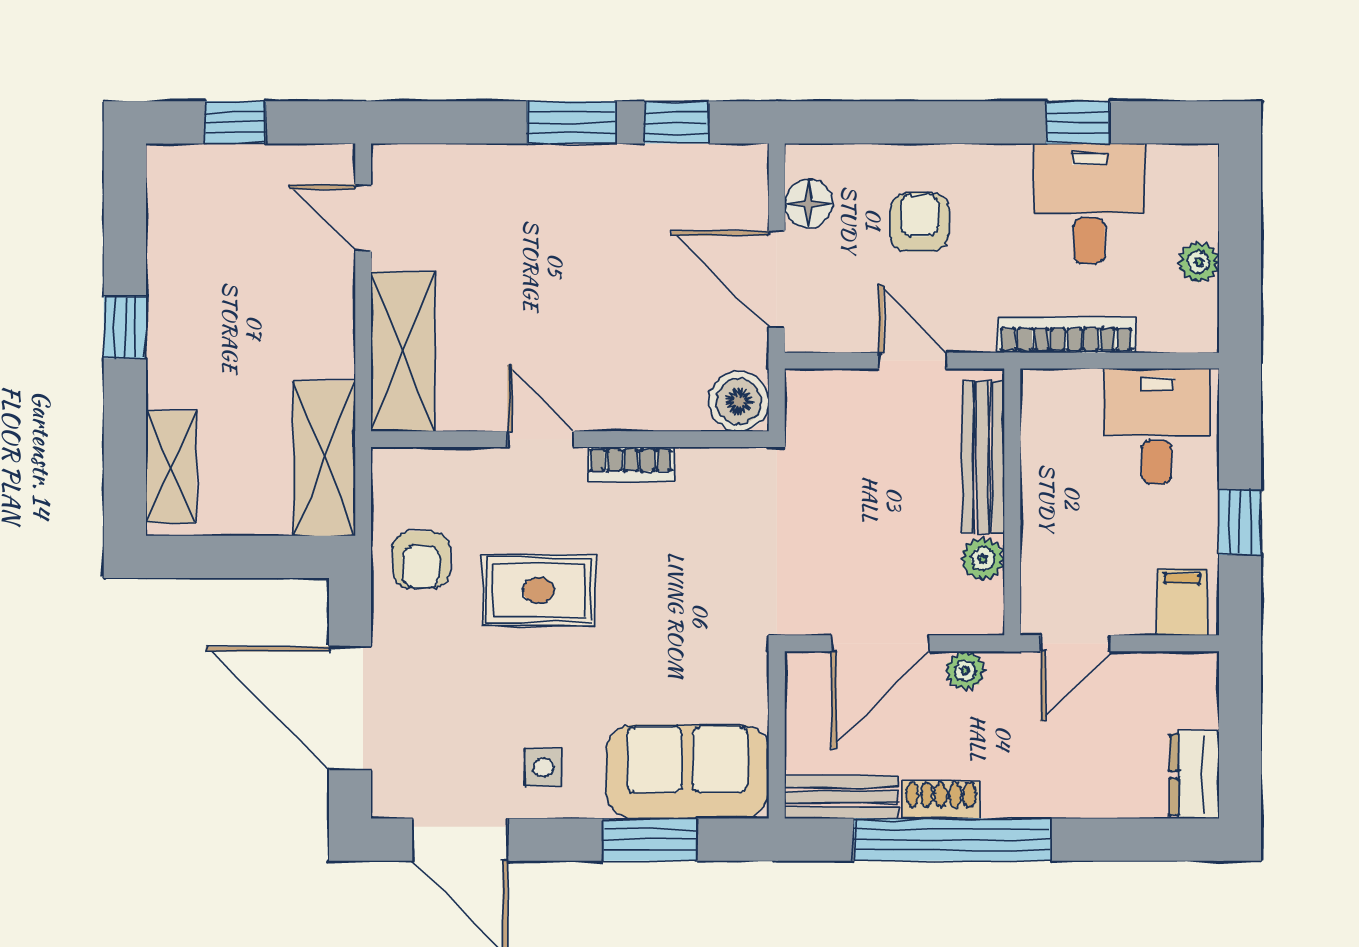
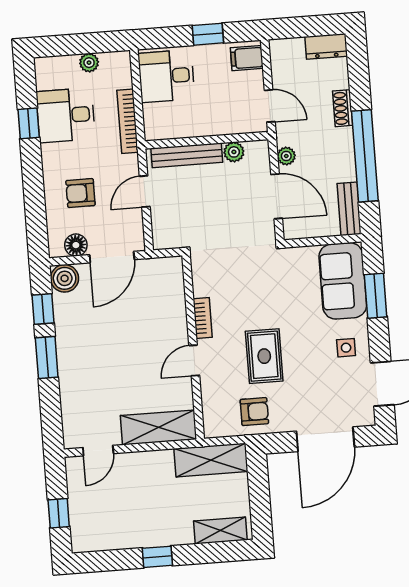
boiler: (739, 401) -> (65, 278), moved
shoe rack: (941, 800) -> (343, 108), moved

